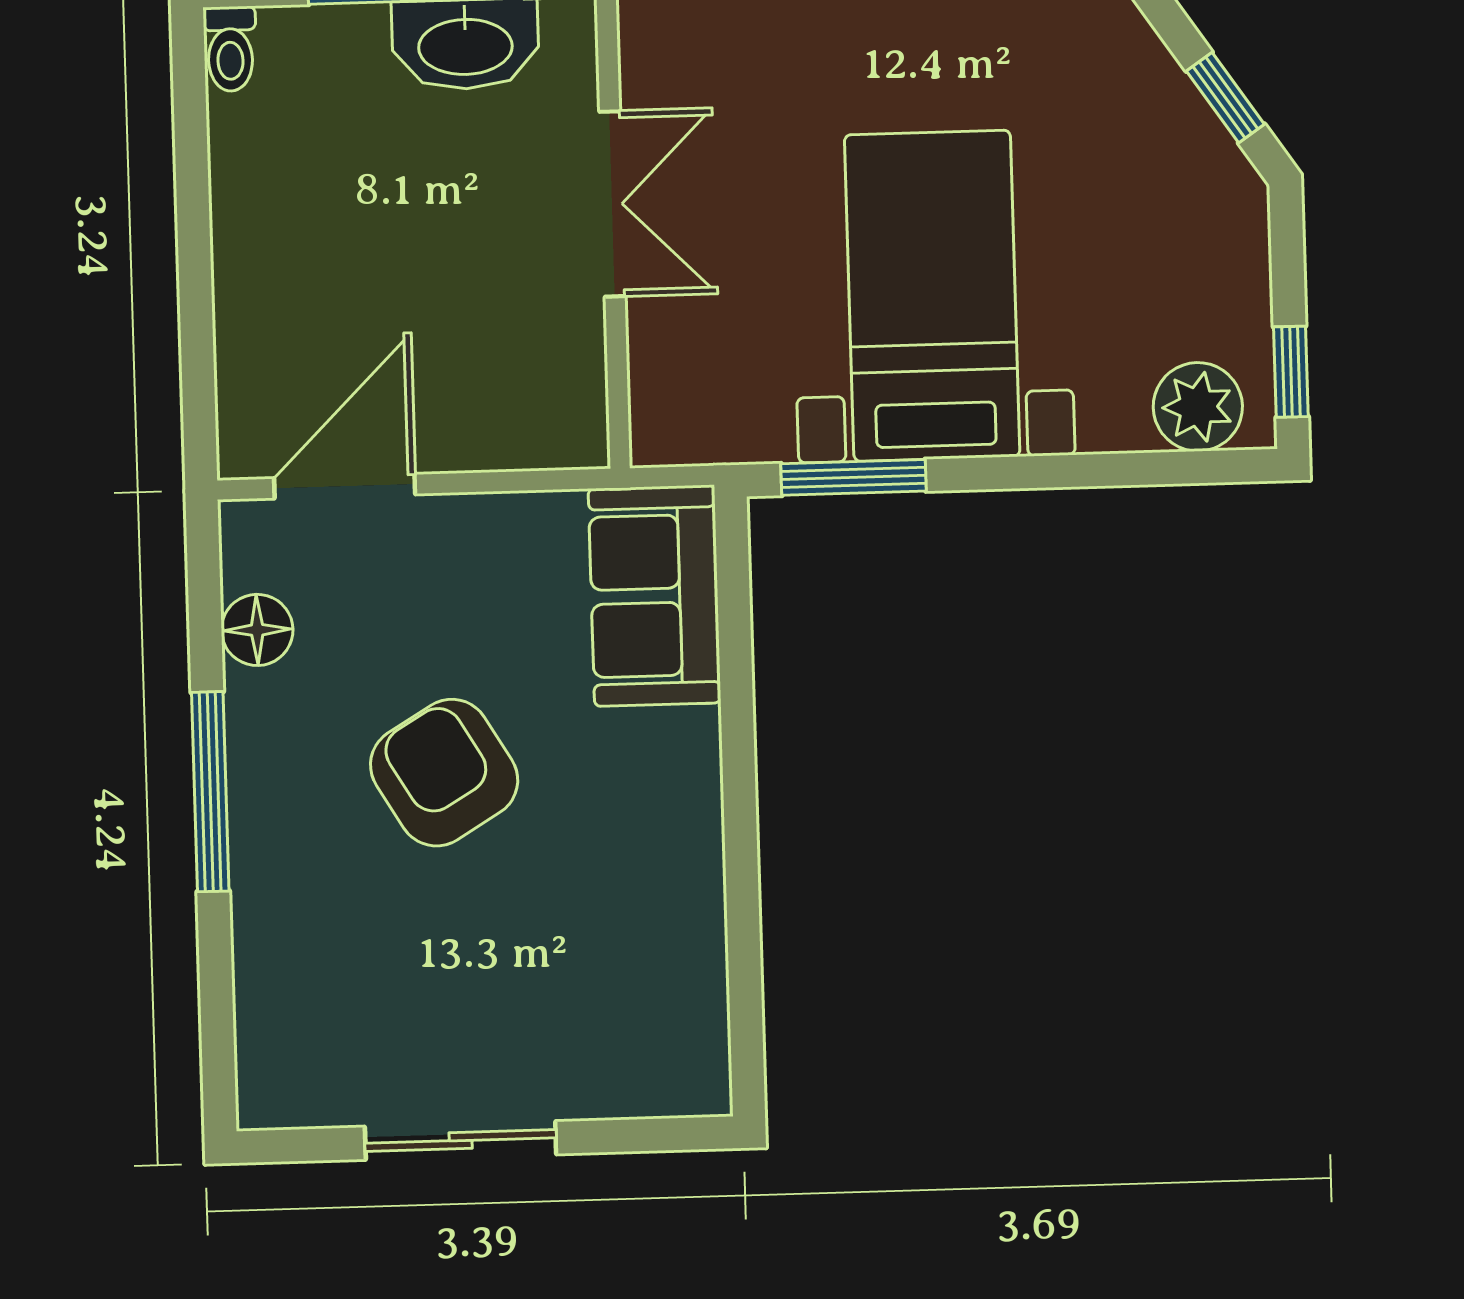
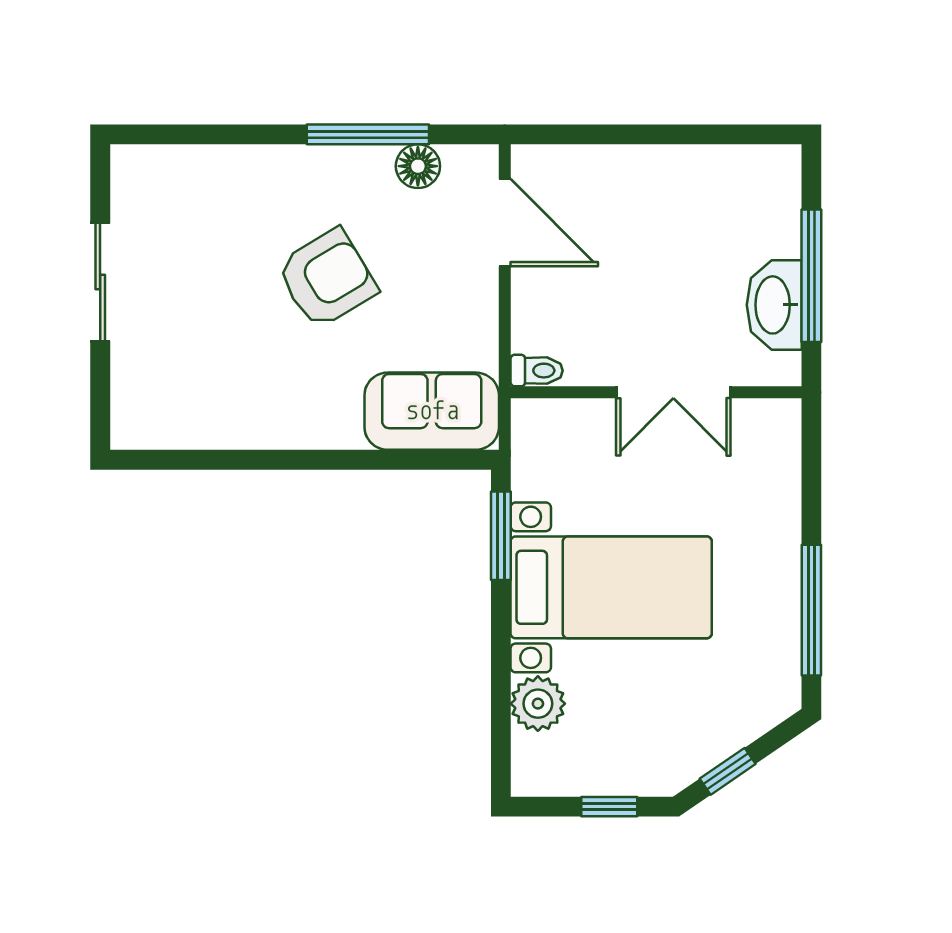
toilet: (230, 49) -> (537, 371), moved, turned 180
window: (1291, 372) -> (609, 807), moved
plant: (1198, 407) -> (538, 704), moved
window: (210, 792) -> (368, 134), moved

